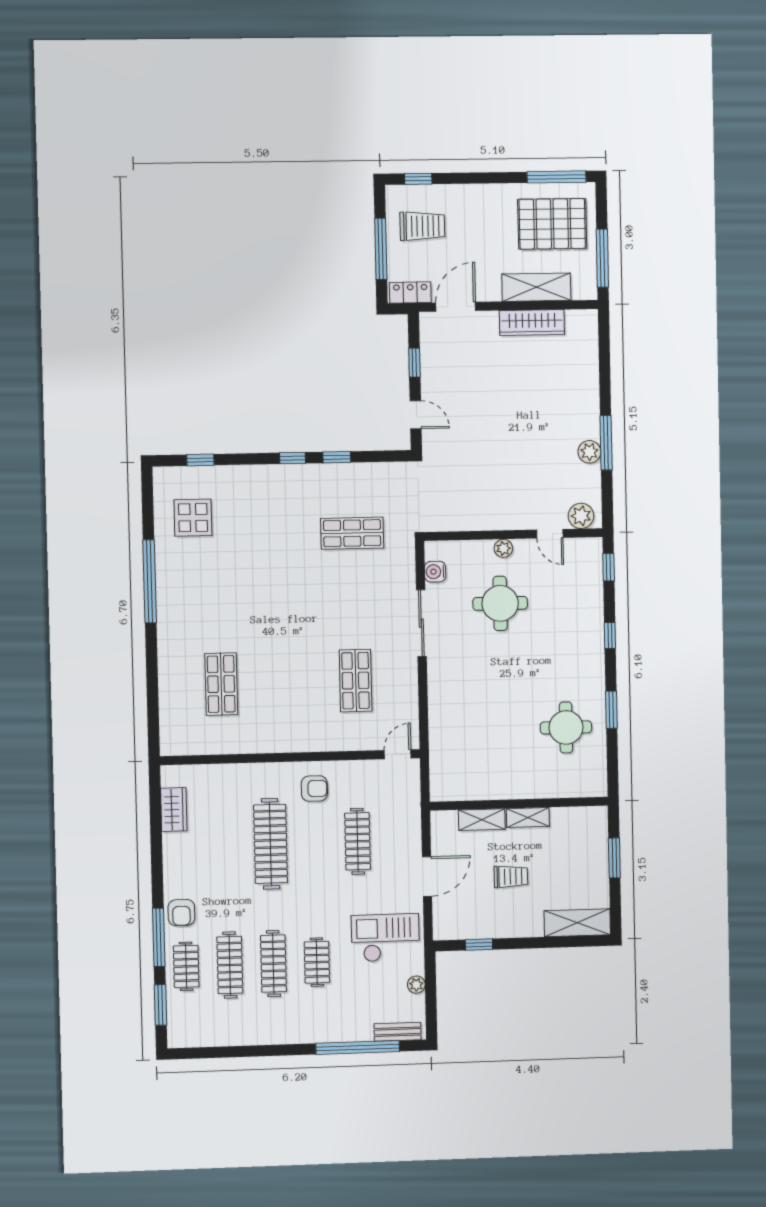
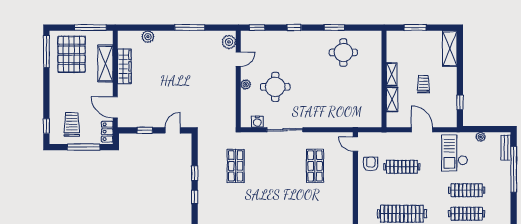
plant: (589, 452) -> (148, 37), moved
shop shelf: (356, 681) -> (315, 166), turned 90
armchair: (314, 789) -> (371, 164), moved
clothes rail: (317, 962) -> (467, 190), width x1.36

